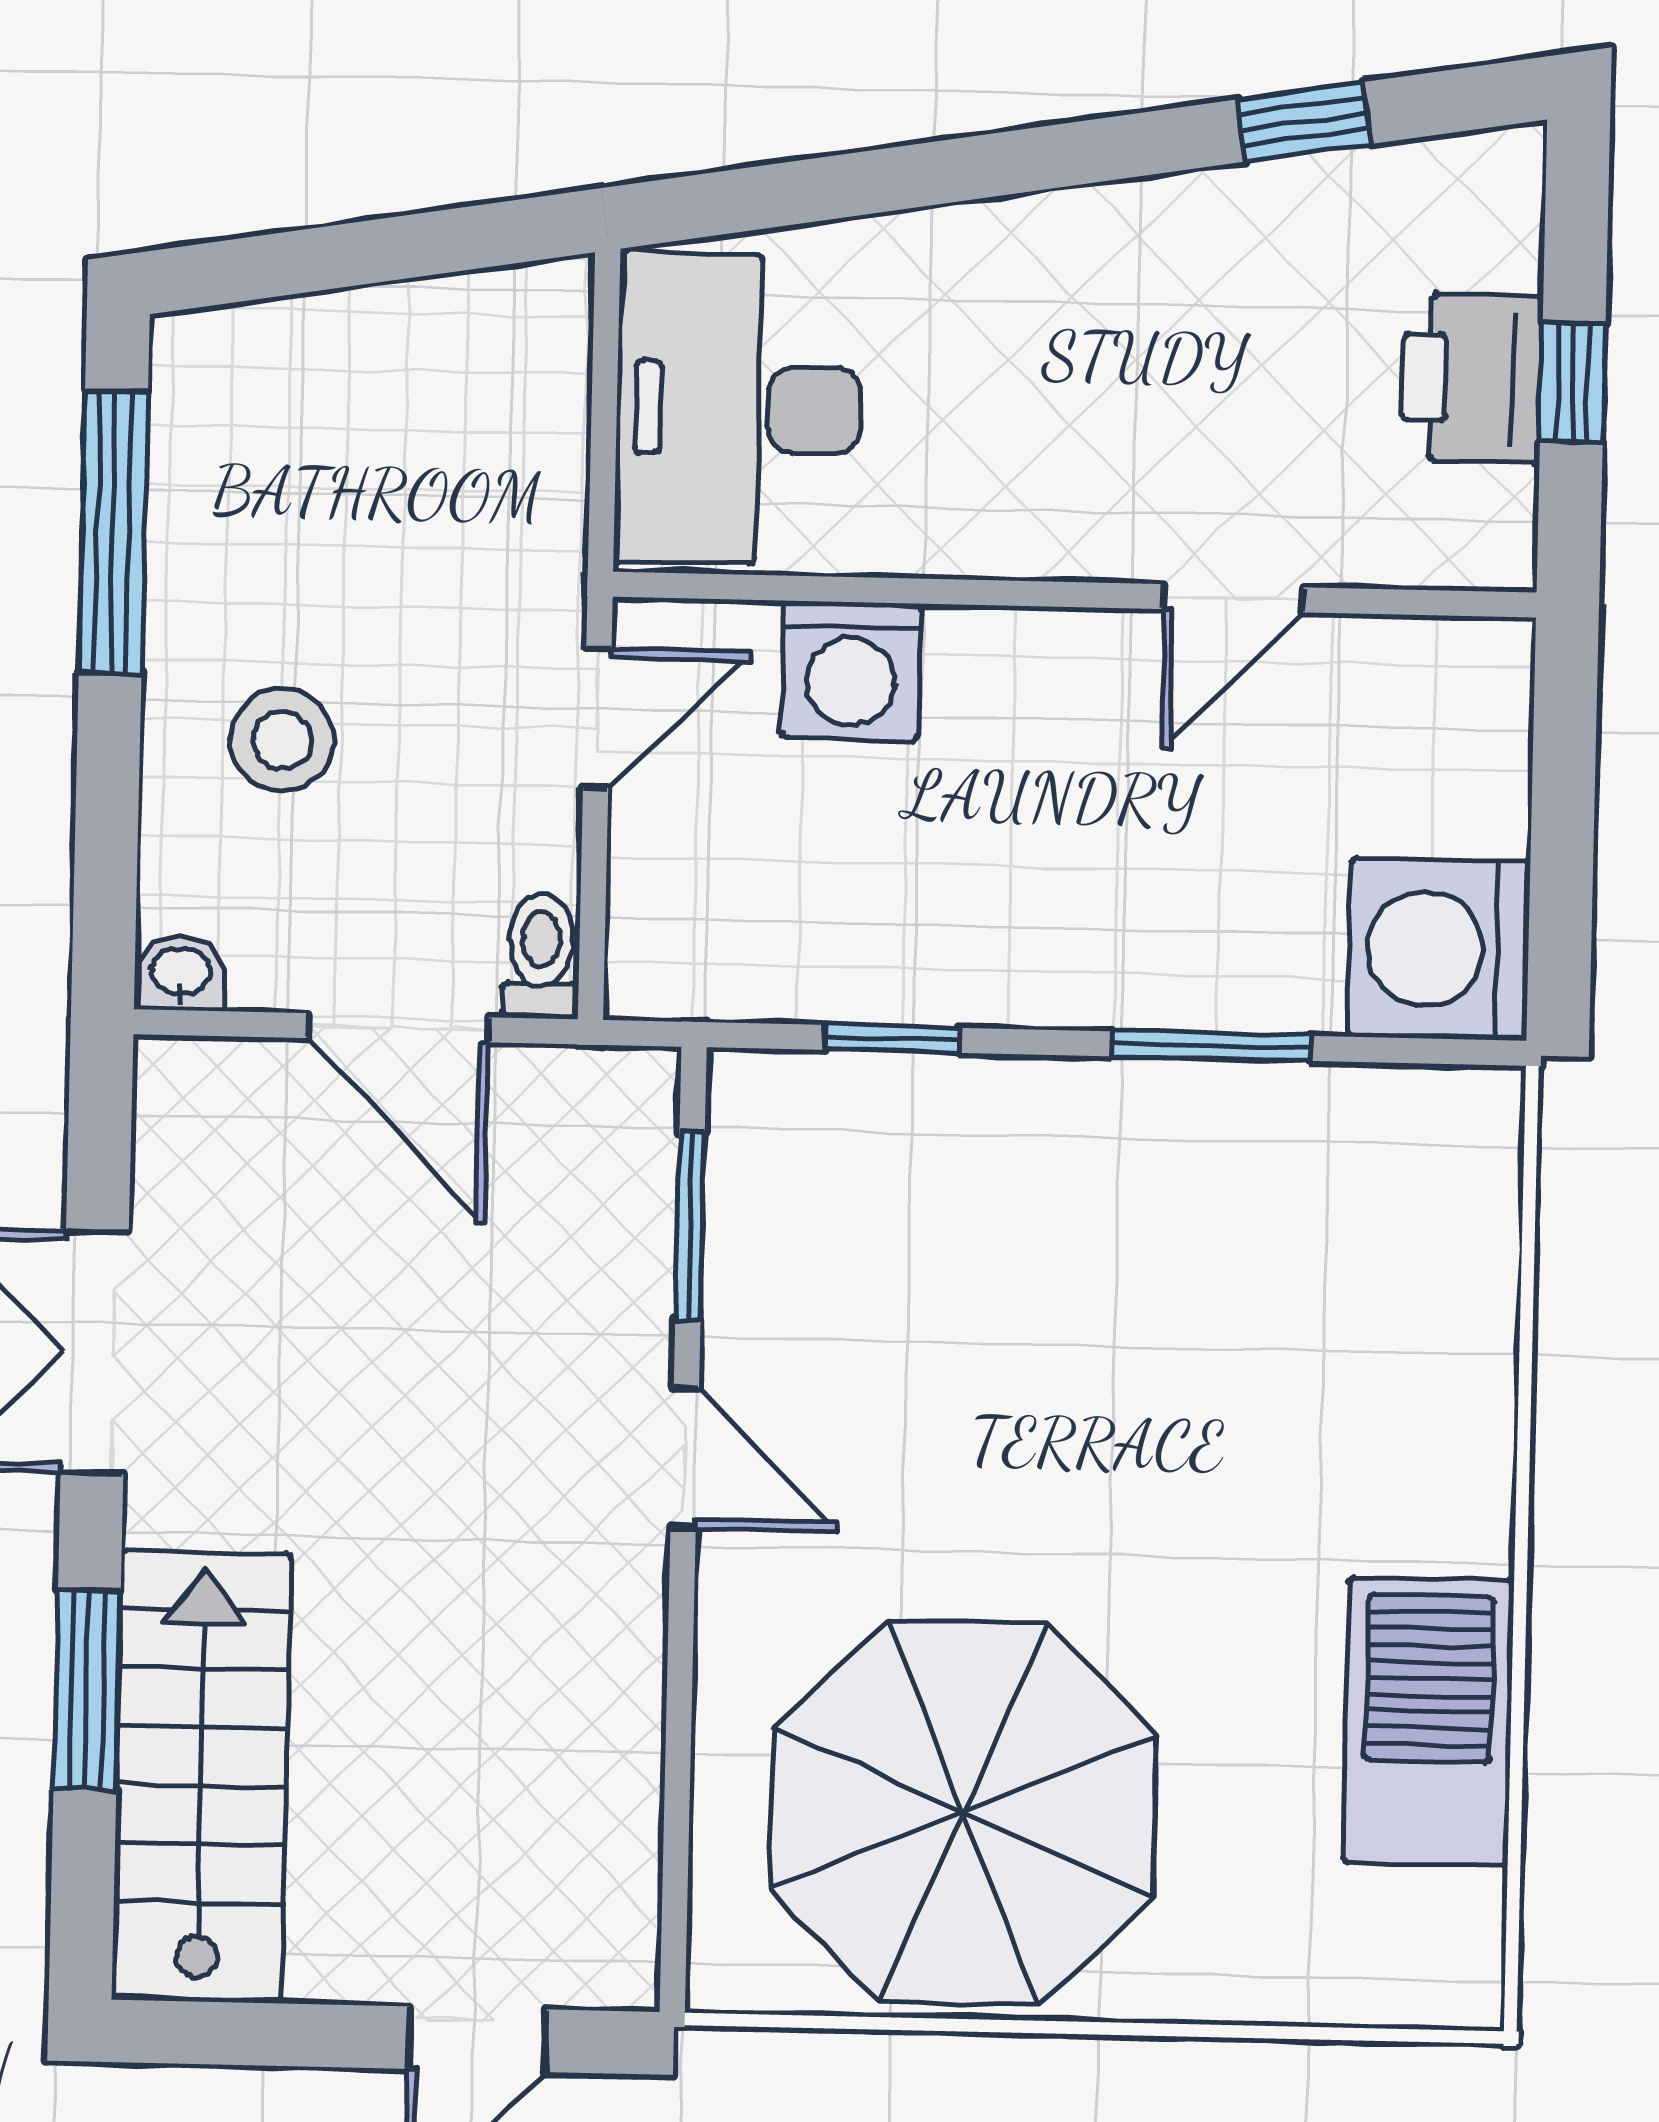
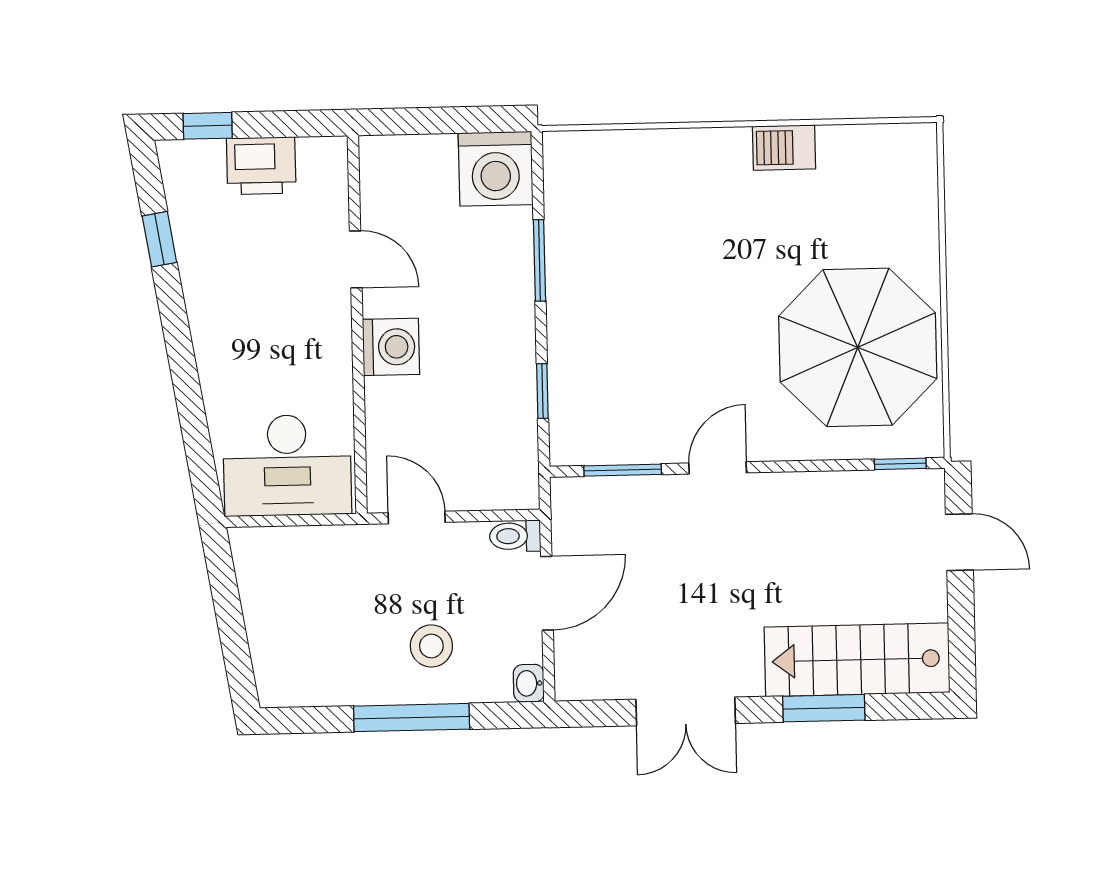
window: (1573, 382) -> (208, 126), moved
window: (113, 532) -> (412, 718), moved
washing machine: (851, 671) -> (391, 347), moved
barbecue: (1429, 1721) -> (784, 148), width x0.53, depth x0.65
window: (675, 1904) -> (900, 464), added

